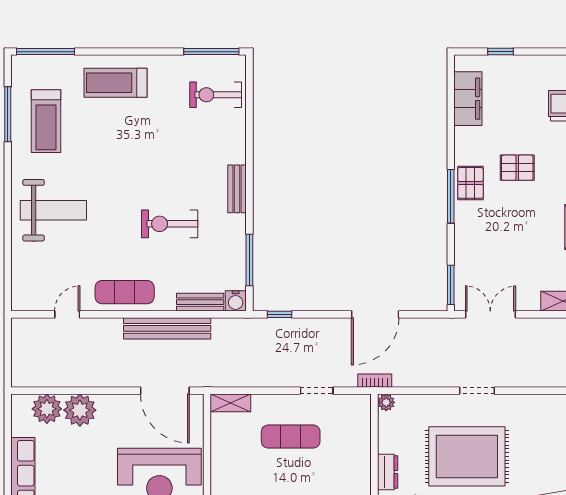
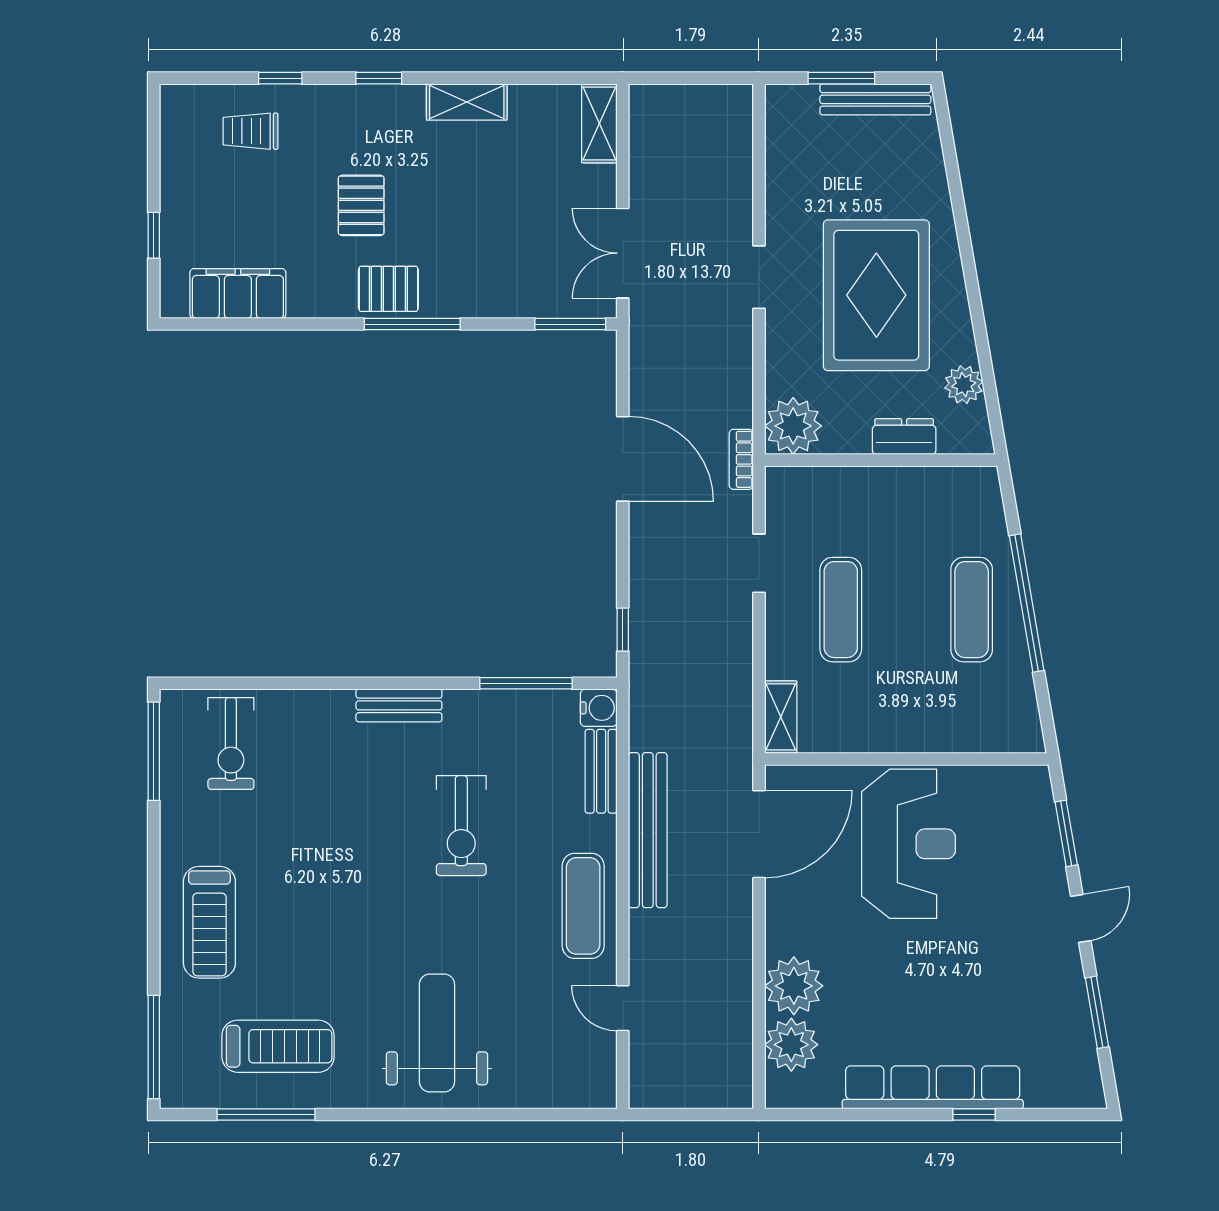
plant: (386, 402) -> (793, 426), width x1.87, depth x1.87

